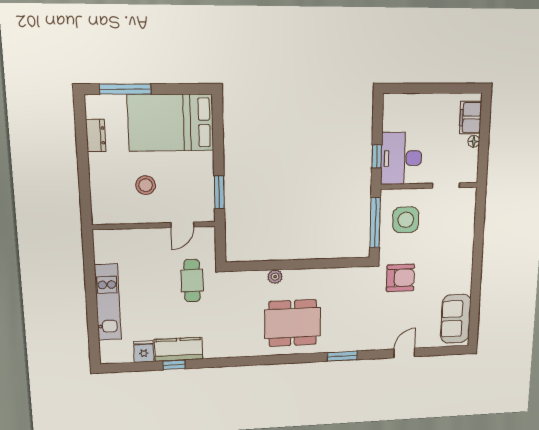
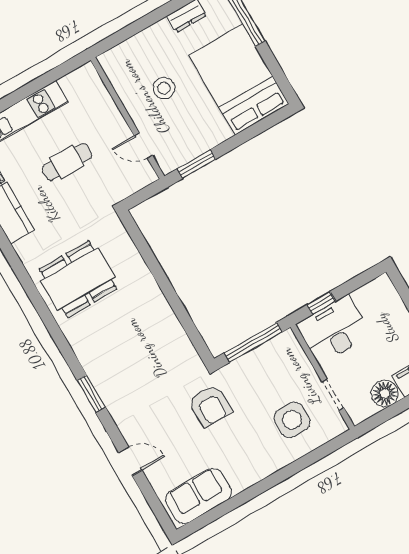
floor lamp: (474, 141) -> (385, 394), width x1.89, depth x1.89
side table: (406, 220) -> (292, 420), moved
plant: (275, 277) -> (140, 270), removed
cafe table: (192, 281) -> (67, 162), moved
dining table: (293, 323) -> (78, 279), moved, turned 90

